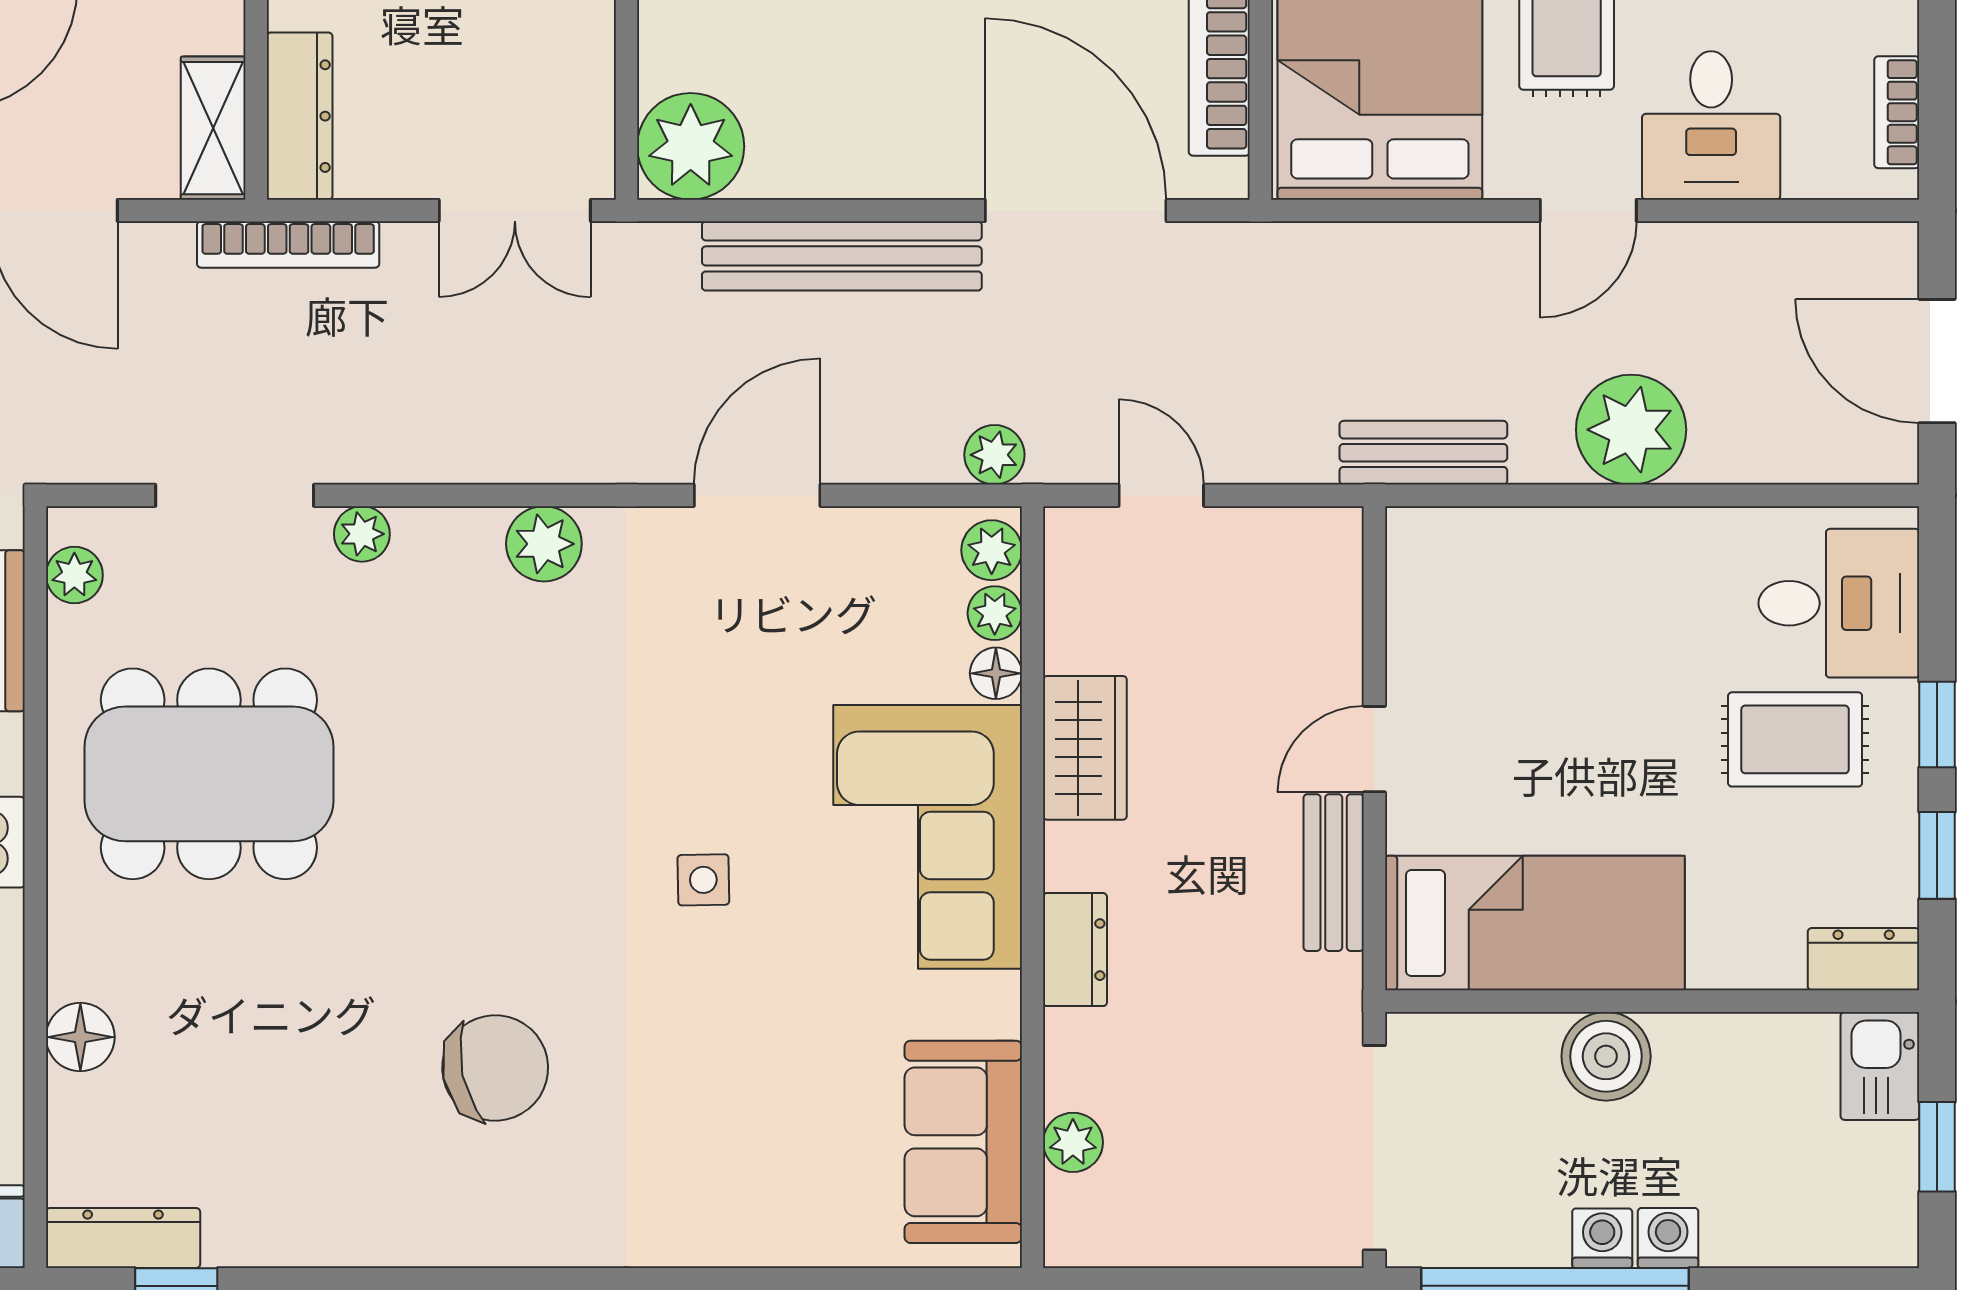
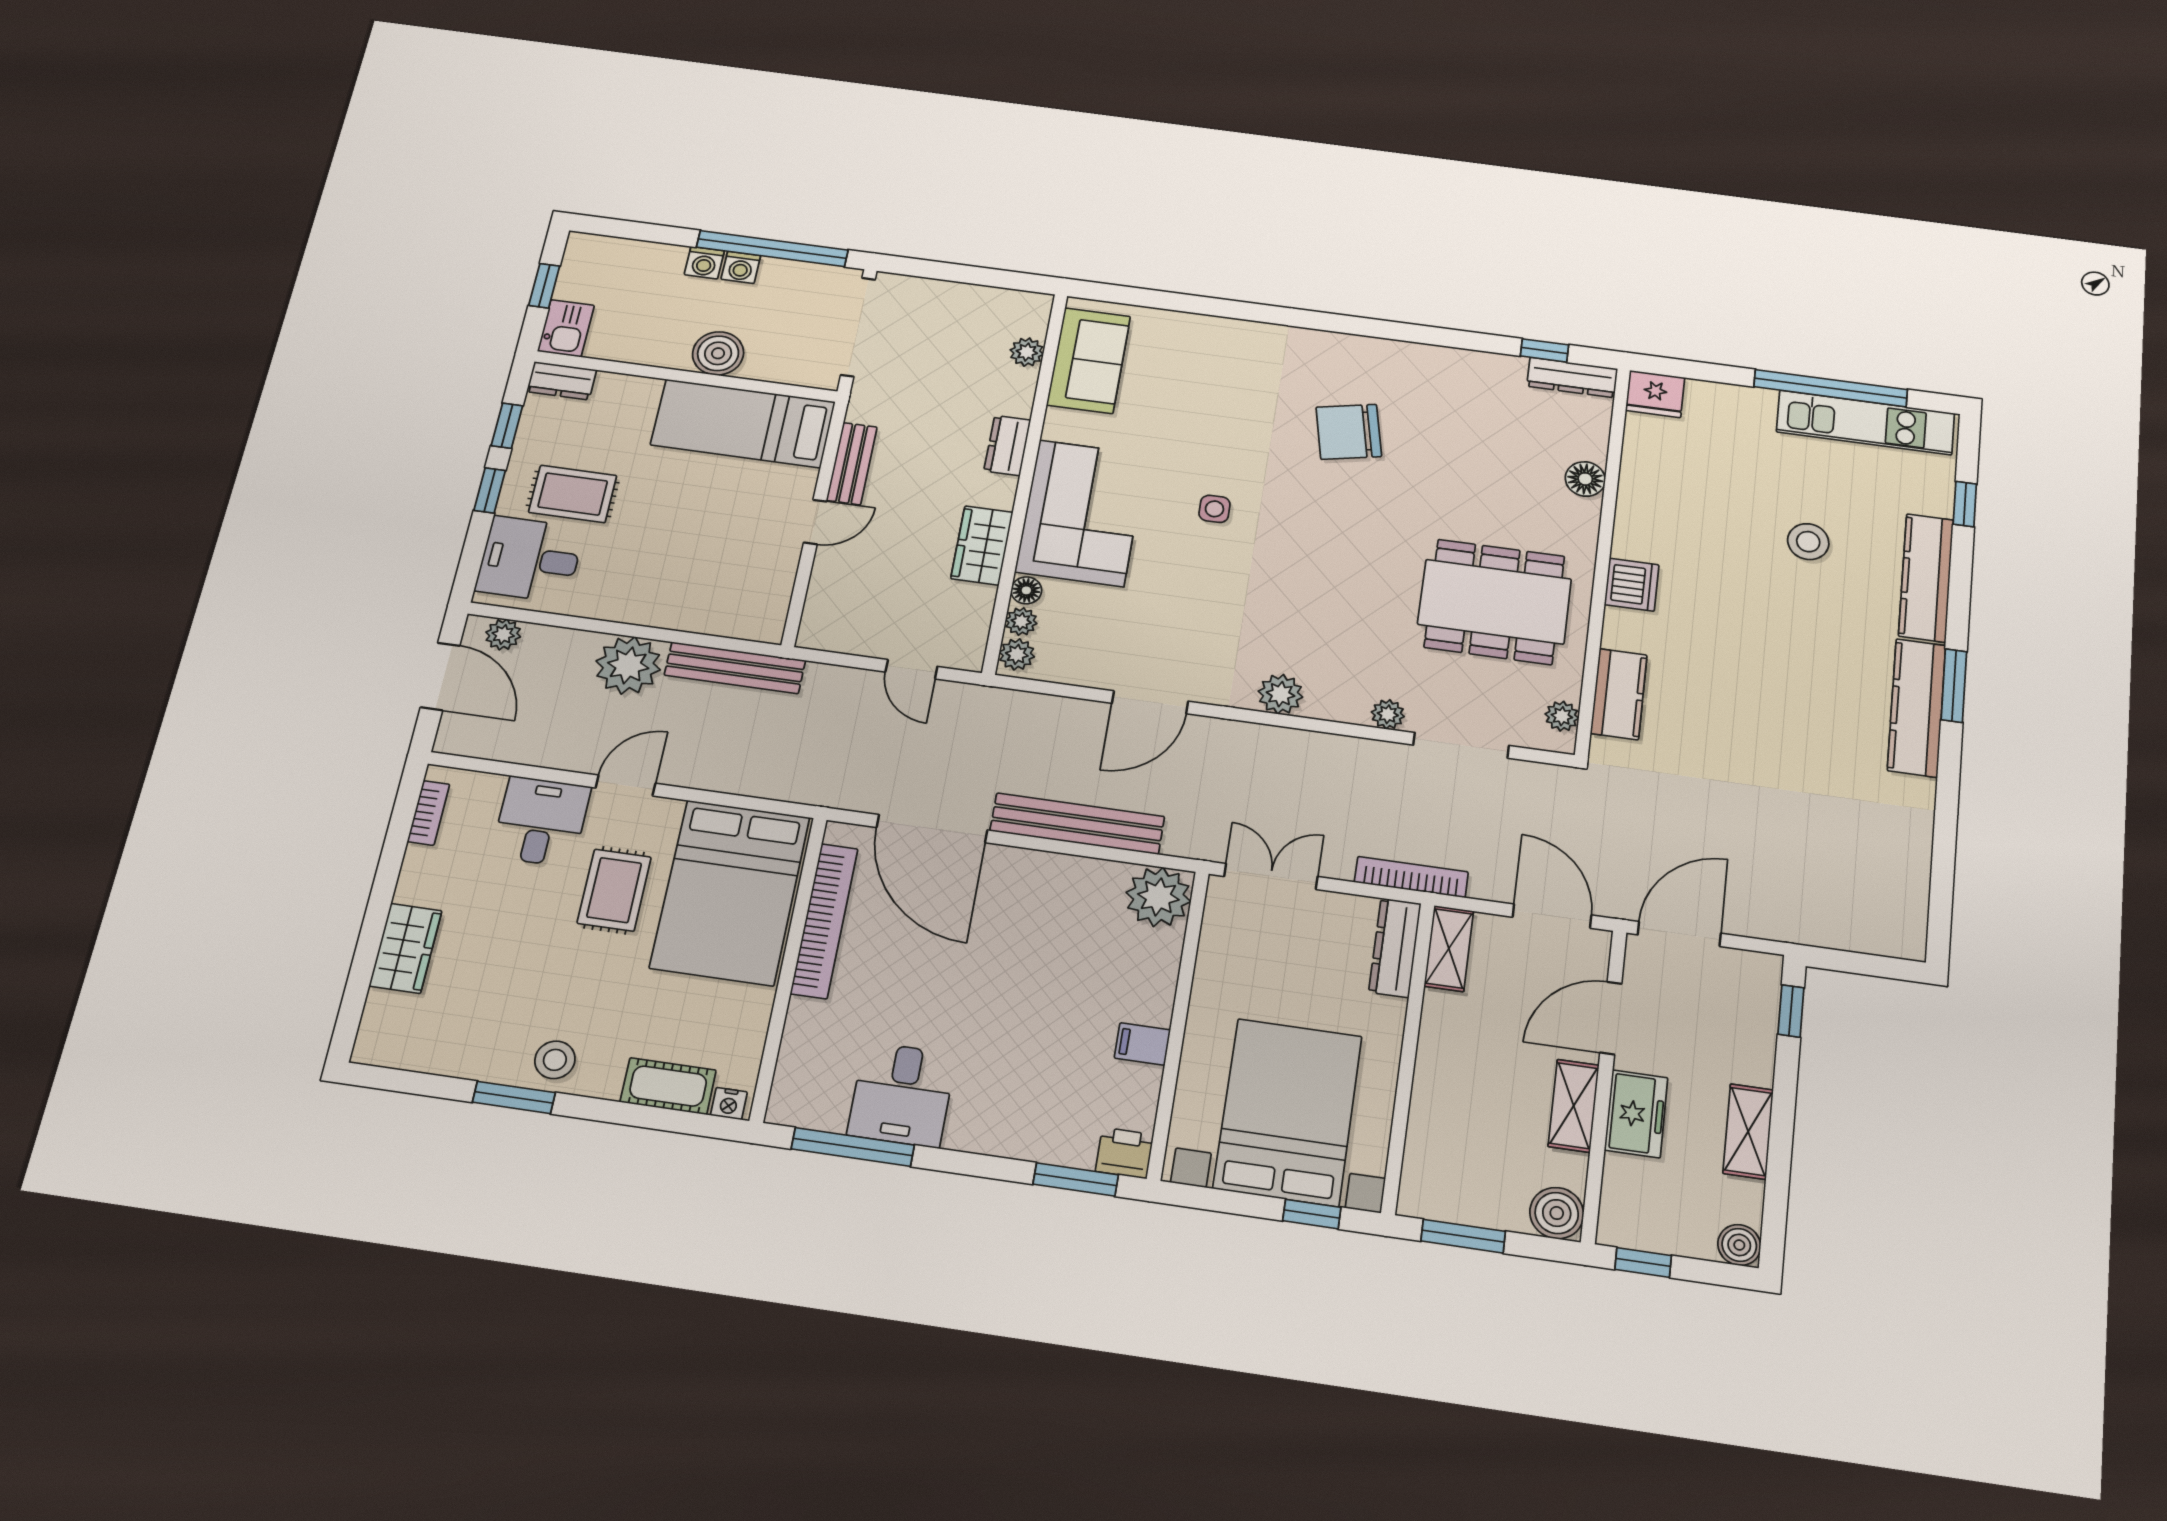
bench: (1423, 453) -> (735, 668), width x1.36
plant: (994, 455) -> (503, 635), moved

